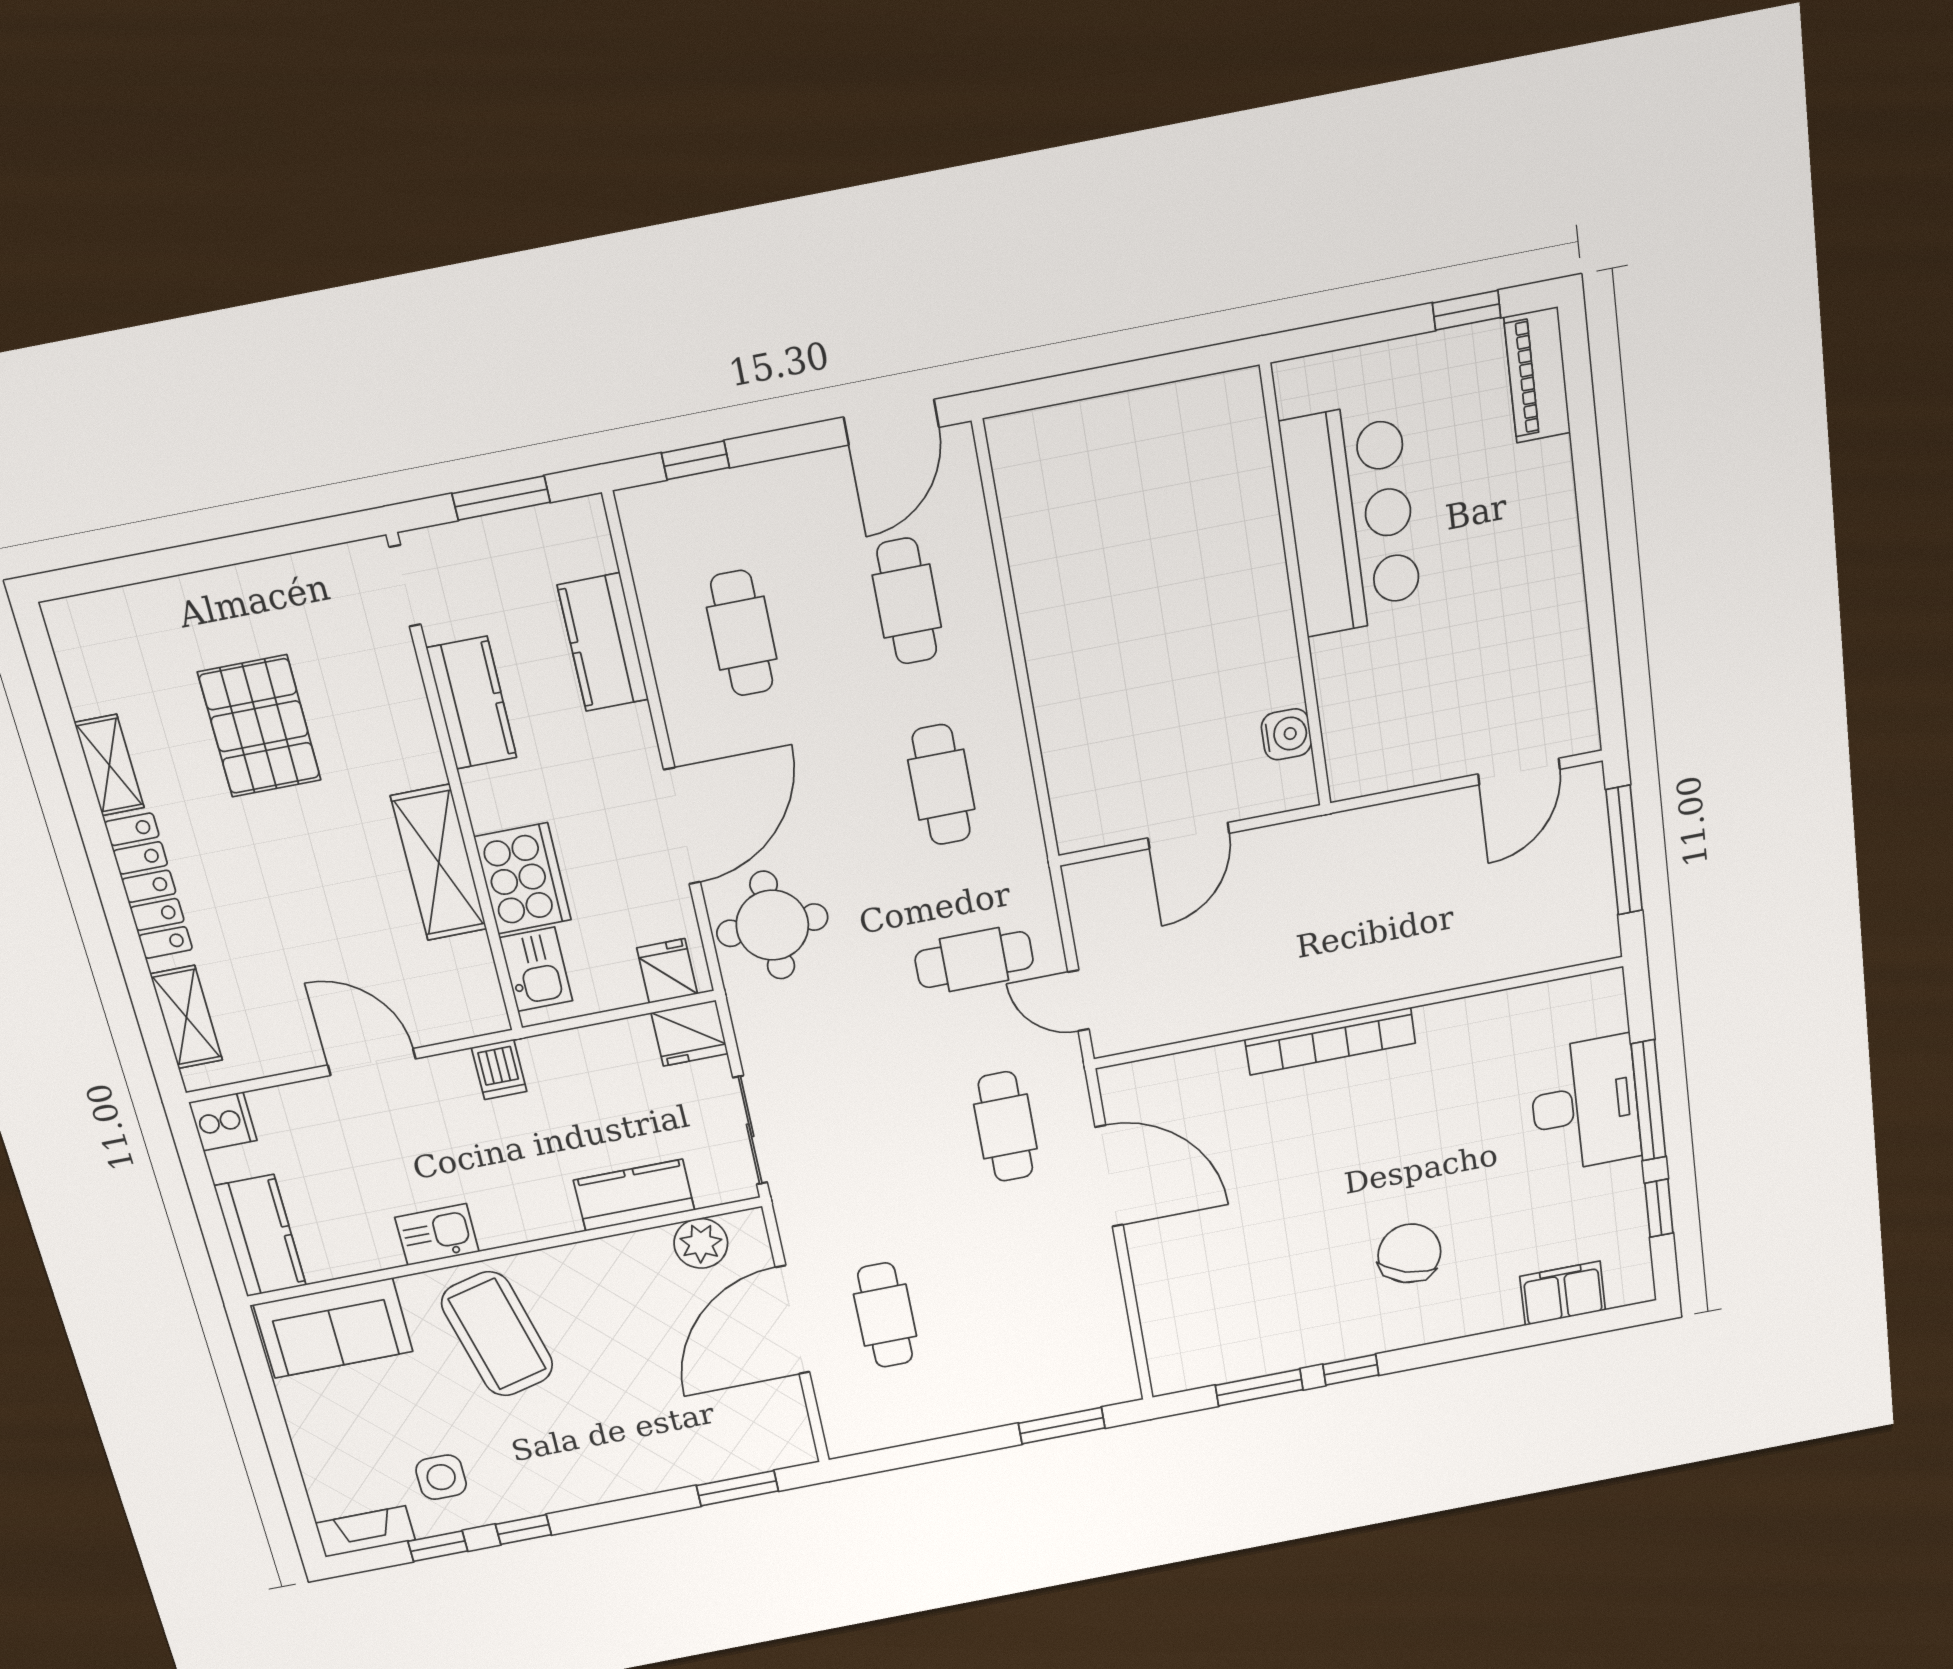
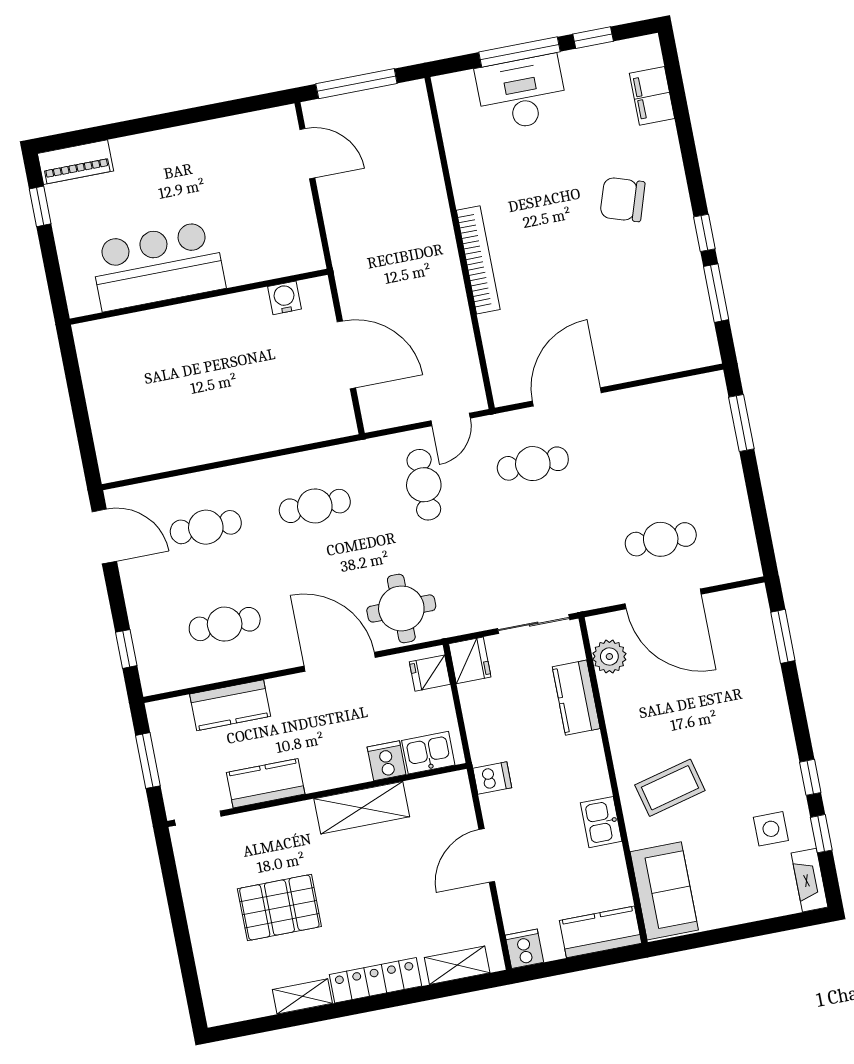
door: (1189, 836) -> (346, 355), width x1.36
cooker: (523, 878) -> (387, 761), width x0.53, depth x0.76
coffee table: (497, 1334) -> (670, 788), width x0.73, depth x0.76

